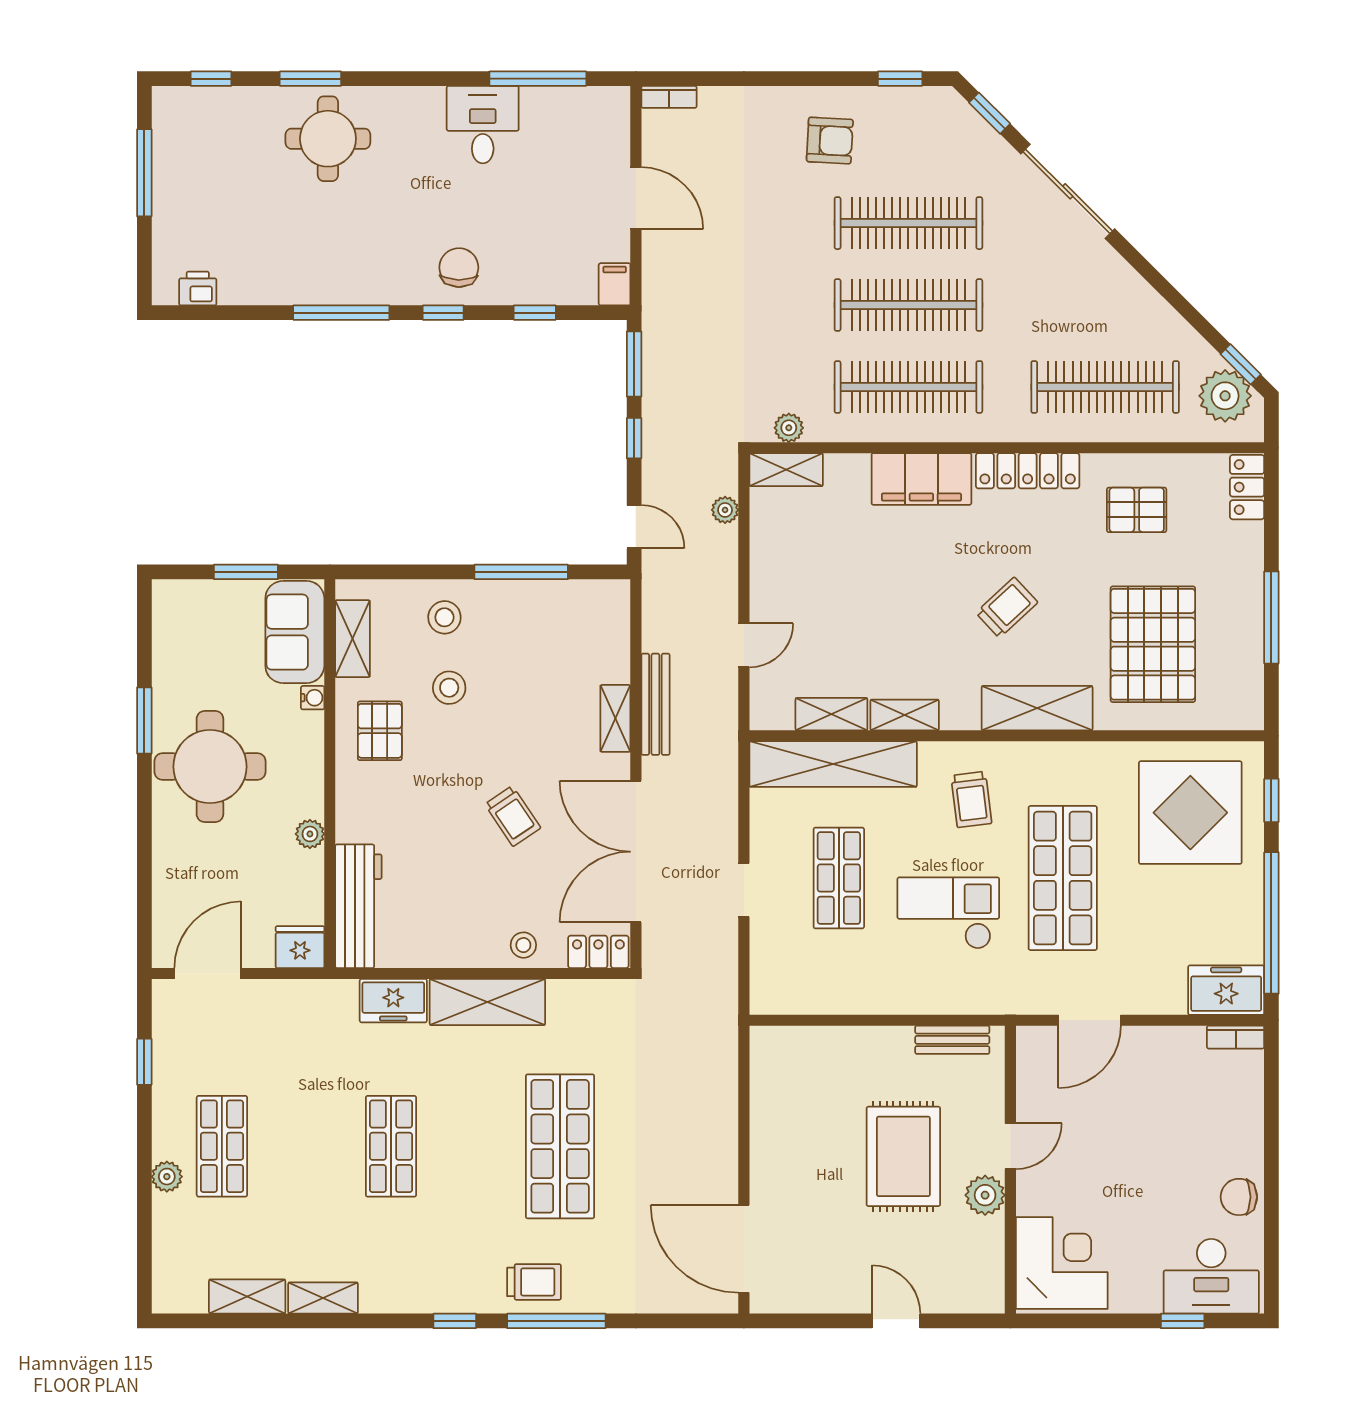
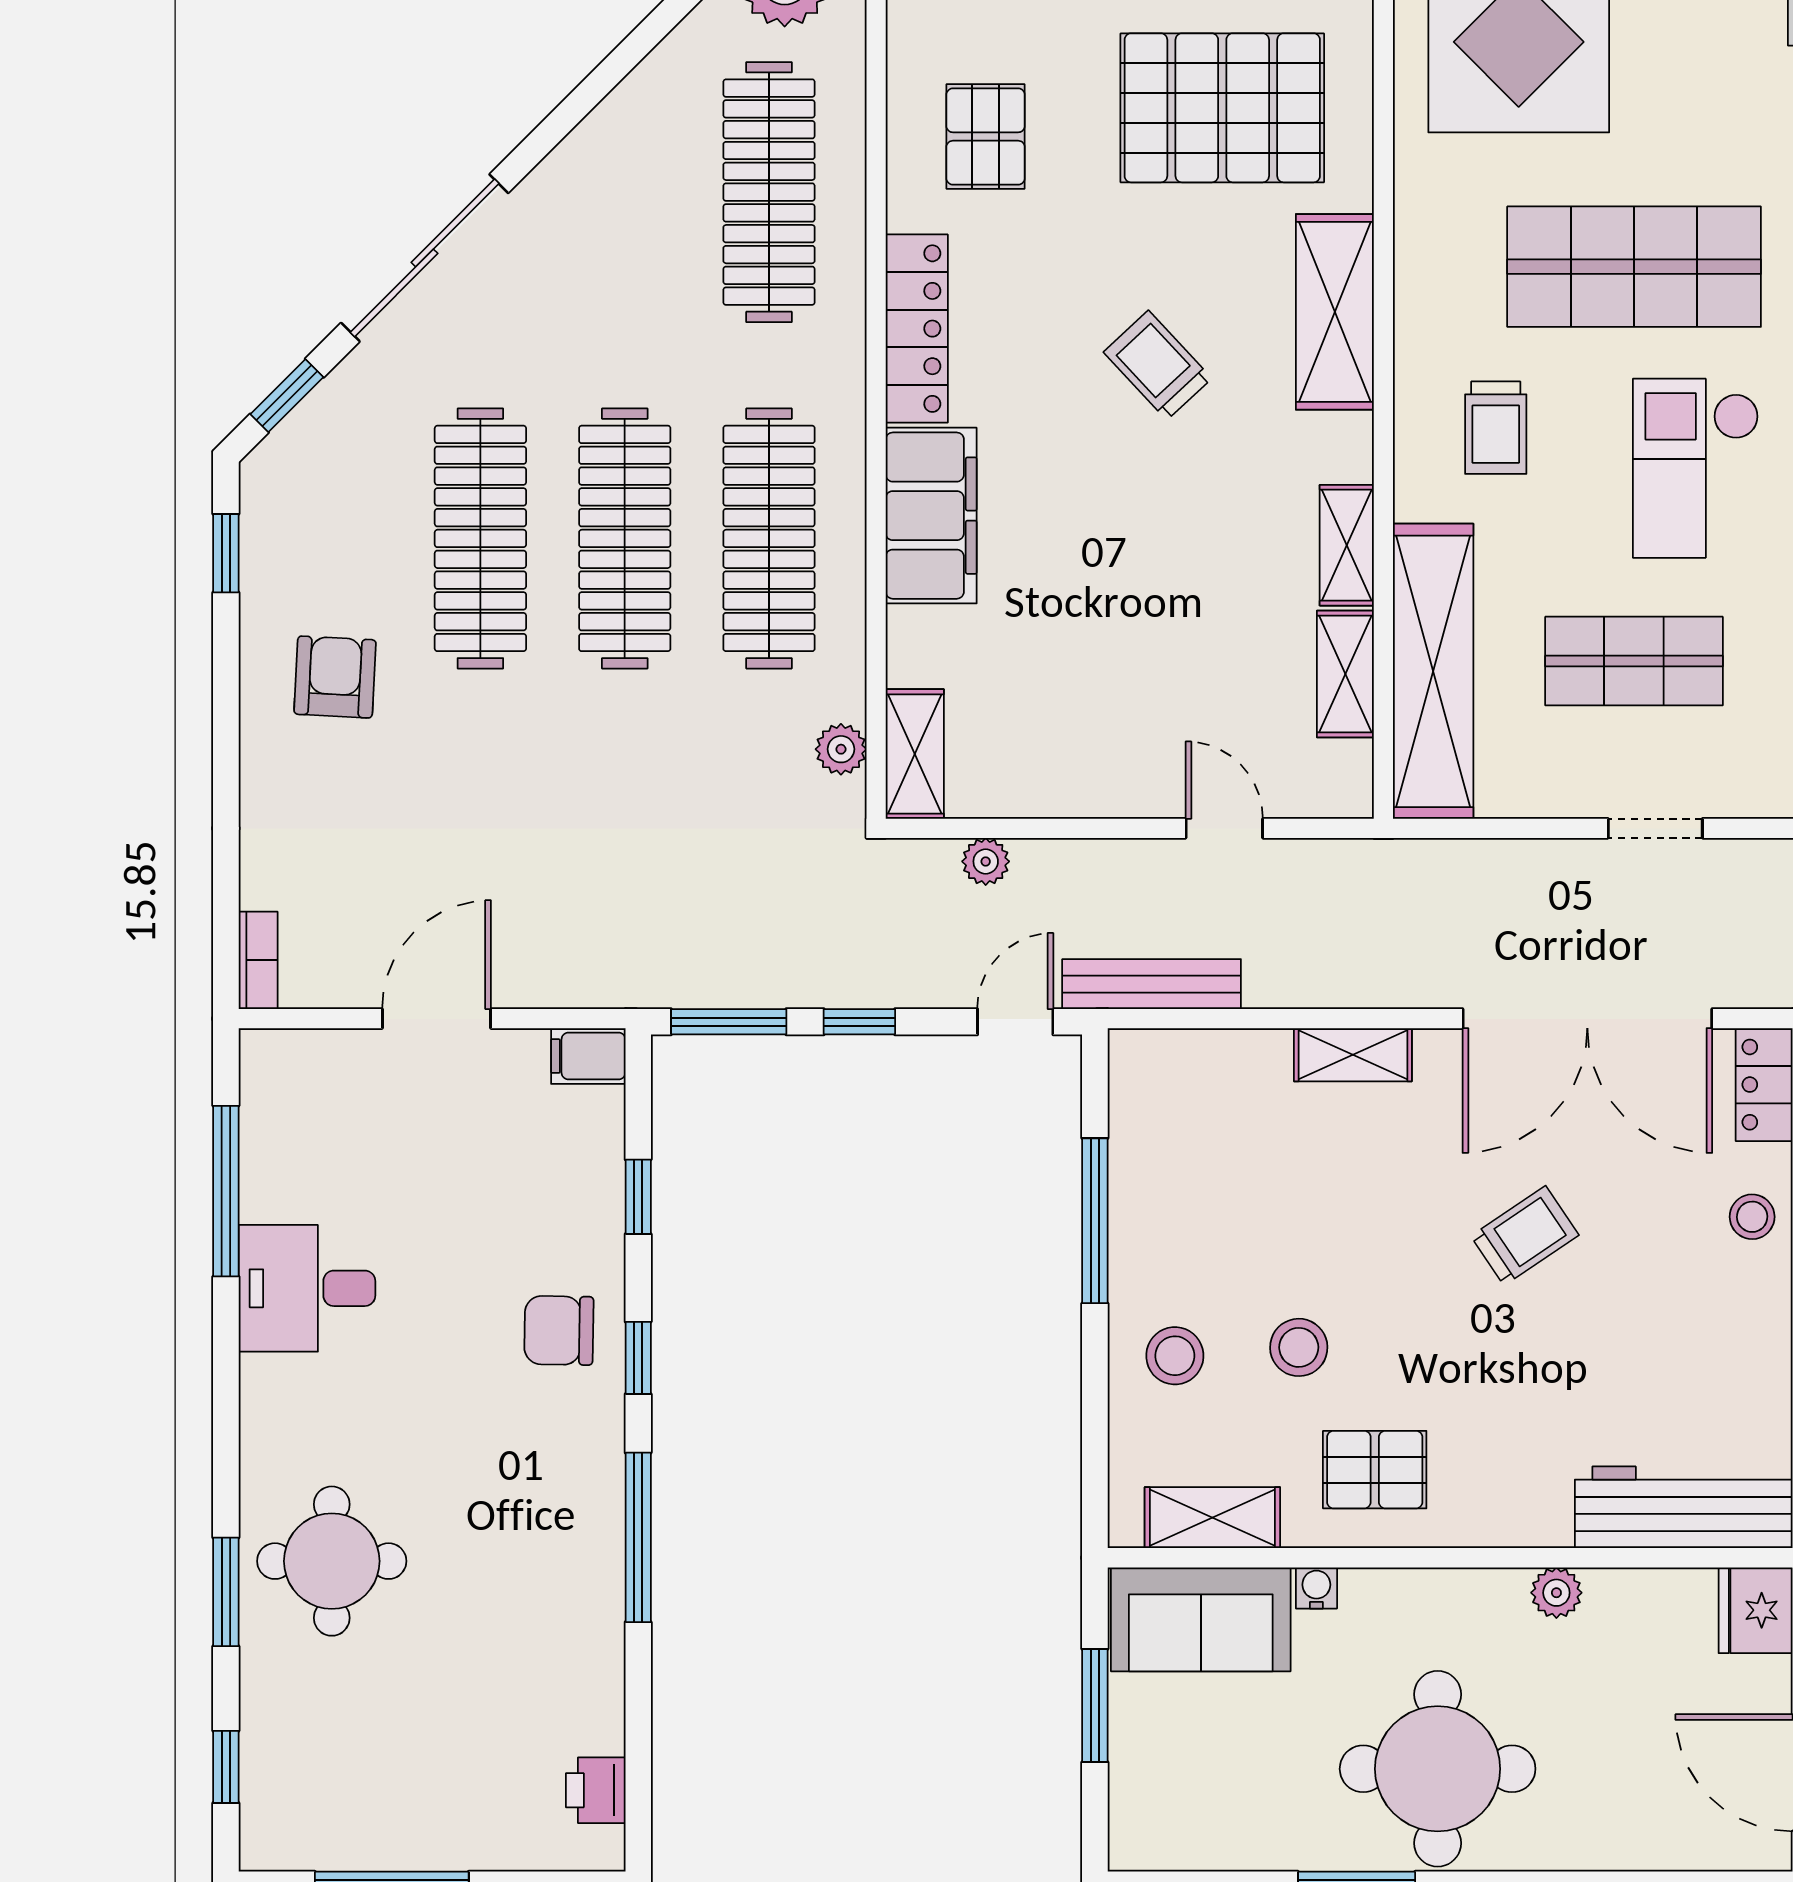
bench: (655, 704) -> (1152, 984), moved
trolley: (971, 800) -> (1496, 428), turned 97

